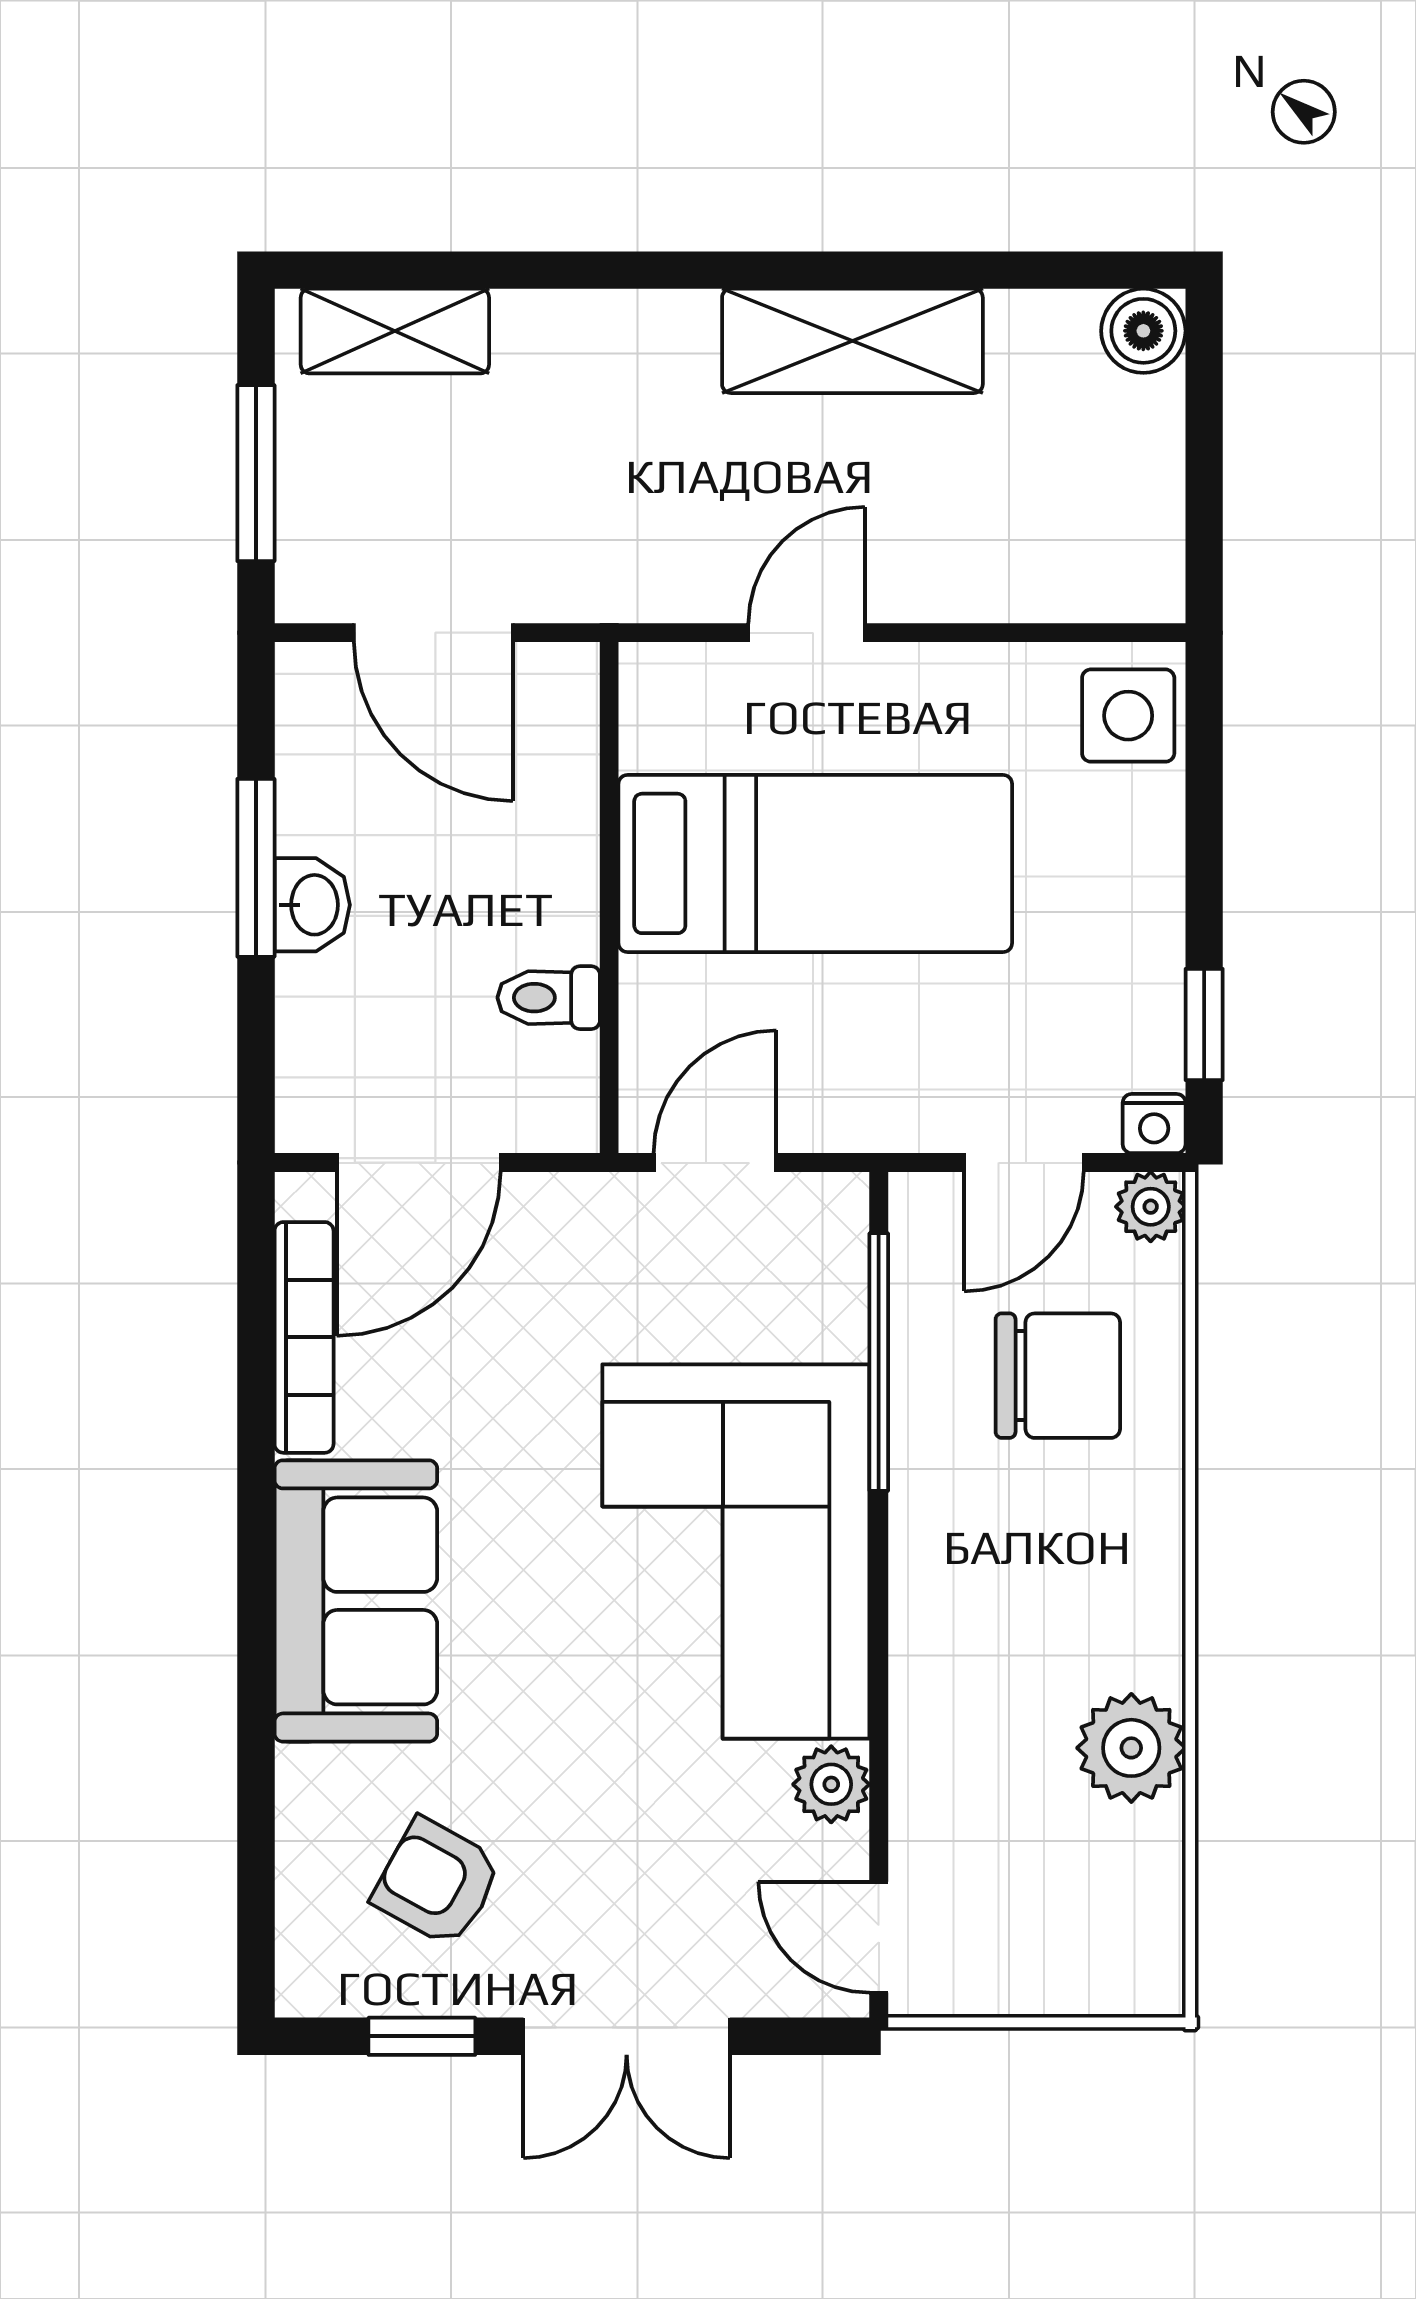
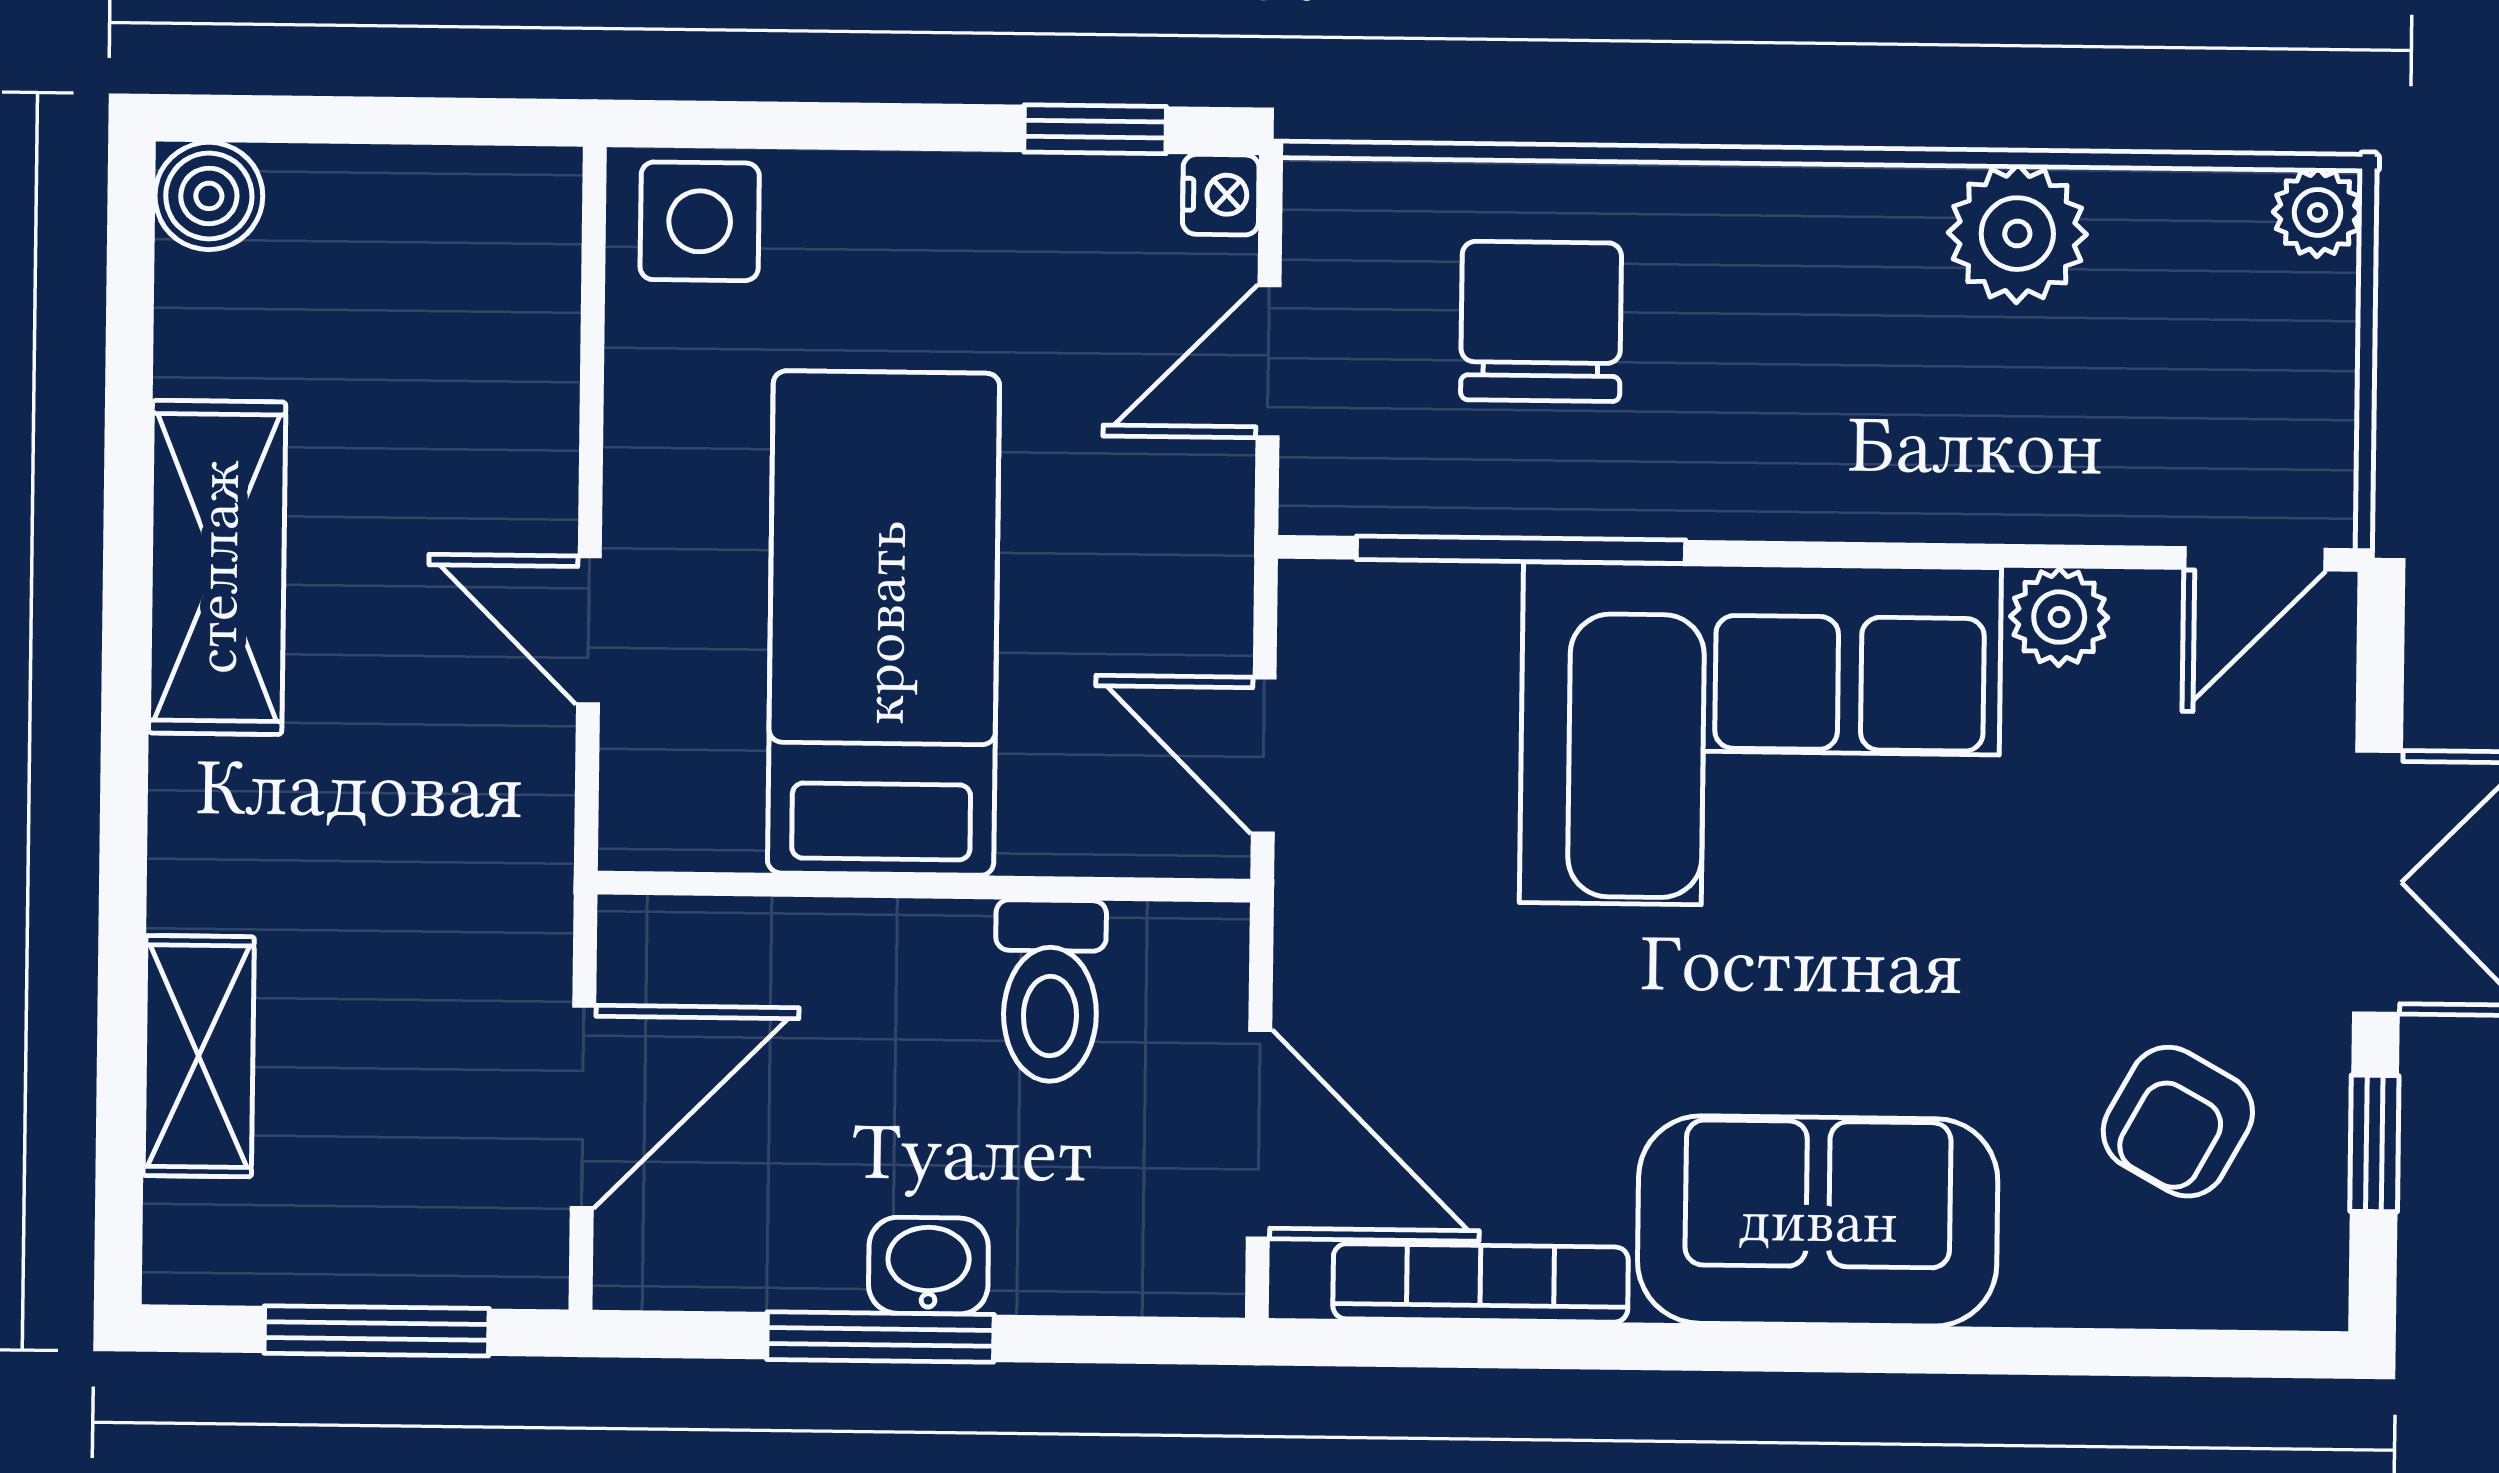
shelving: (395, 331) -> (199, 1056), moved
toilet: (549, 998) -> (1050, 991), width x1.37, depth x1.39
door: (1024, 1163) -> (1268, 361), swing flipped
plant: (1151, 1207) -> (2318, 212), moved

